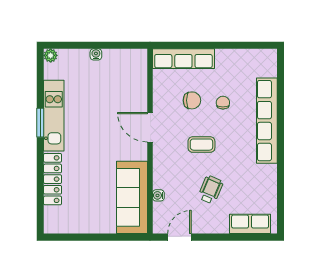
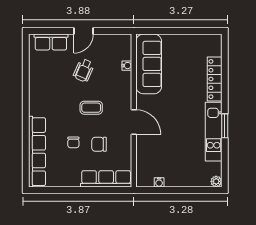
water cooler: (96, 54) -> (159, 182), moved
row of seats: (267, 121) -> (37, 152), moved
door: (179, 237) -> (84, 31), moved

